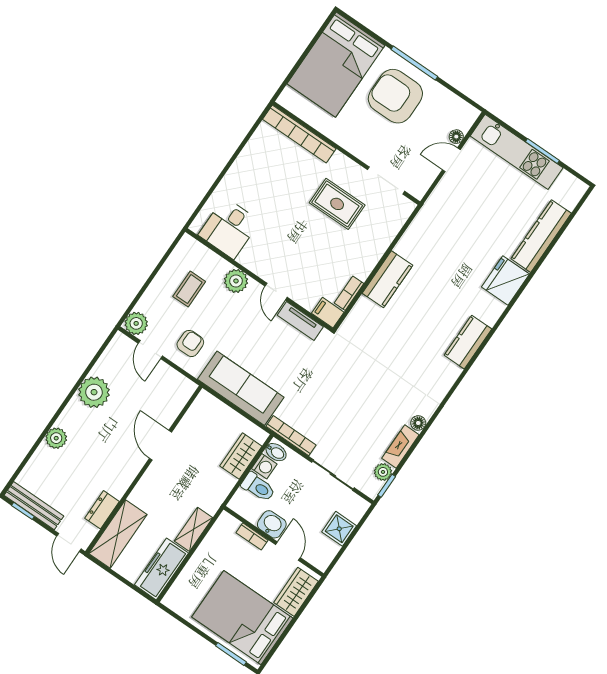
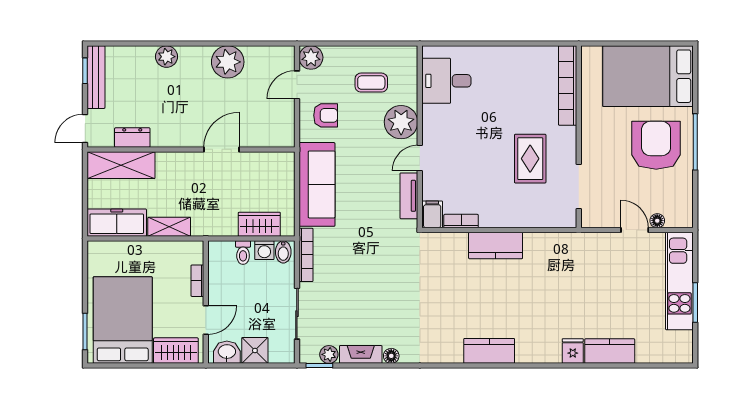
kitchen counter: (541, 236) -> (610, 351), width x0.67
plant: (236, 281) -> (401, 122), width x1.36, depth x1.36
fridge: (505, 281) -> (573, 351), width x0.53, depth x0.75
toilet: (258, 487) -> (243, 253), width x0.73, depth x0.72
washbasin: (272, 524) -> (227, 352), moved, turned -90

